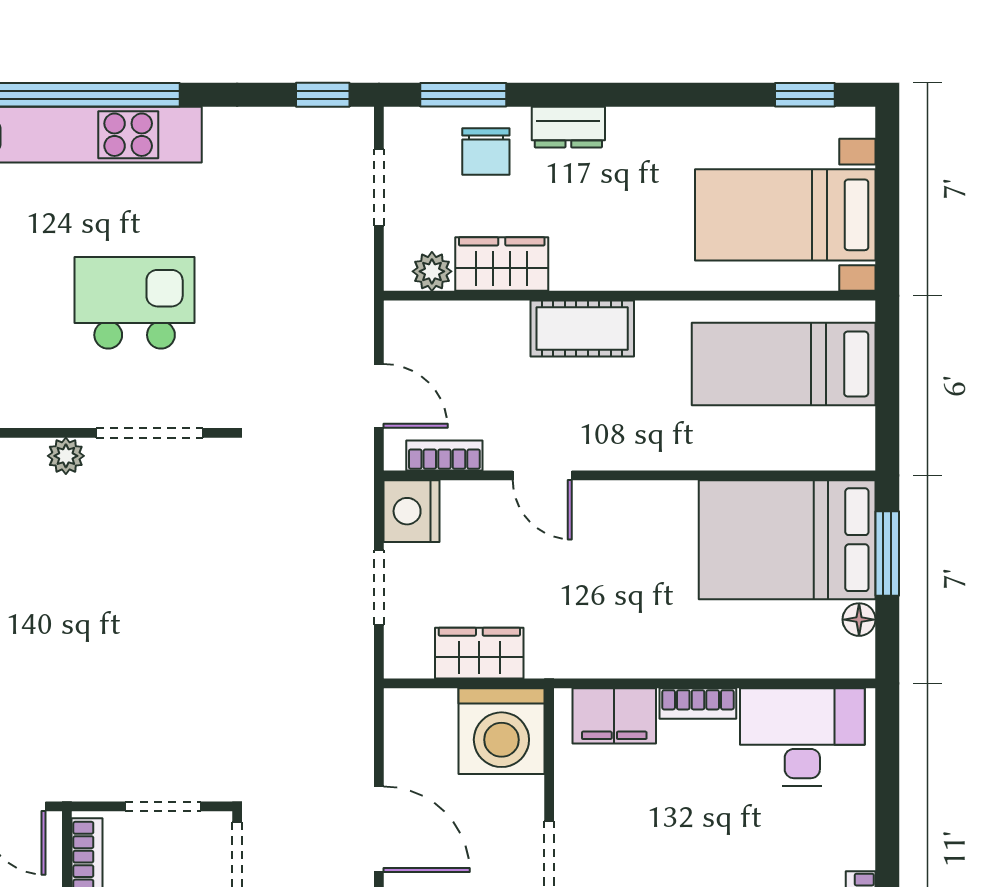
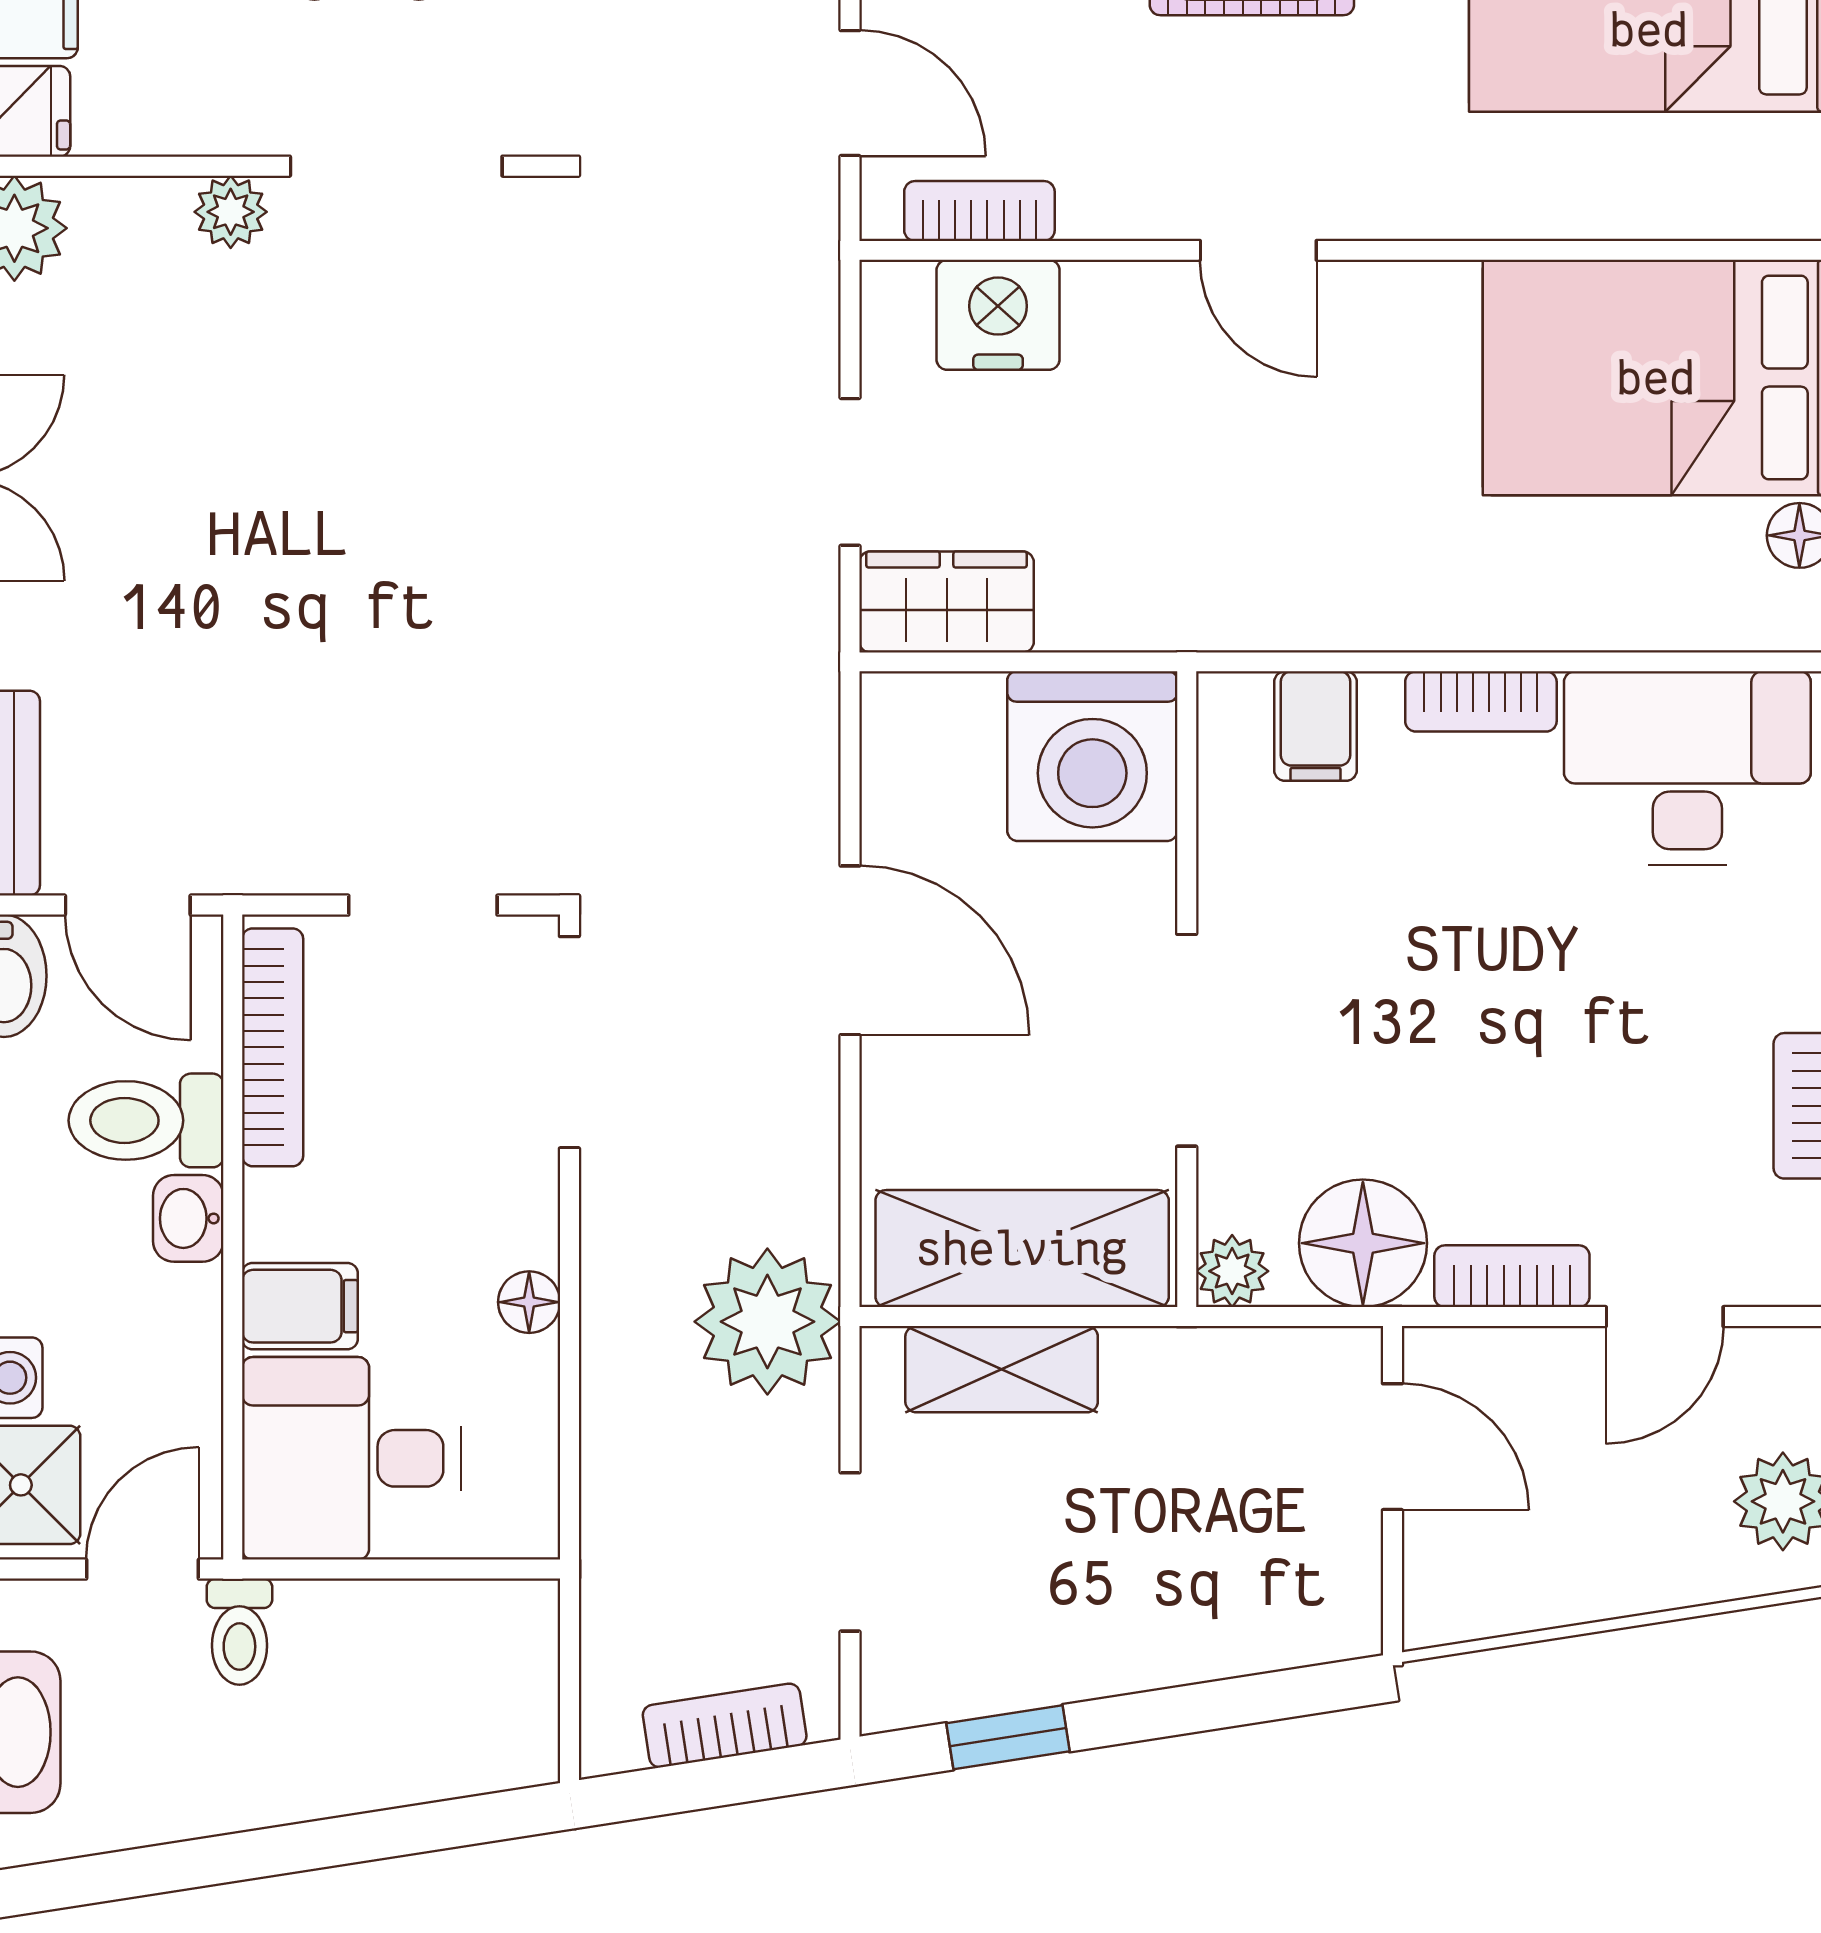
door: (542, 475) -> (1258, 250), moved
nightstand: (412, 511) -> (998, 315), moved, turned 90
wardrobe: (479, 653) -> (947, 602), moved
filing cabinet: (614, 716) -> (1315, 726), width x0.50

